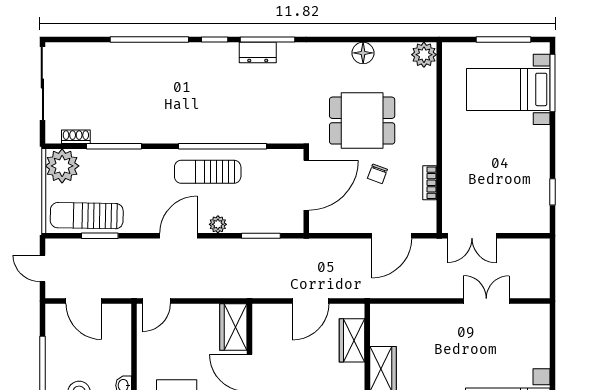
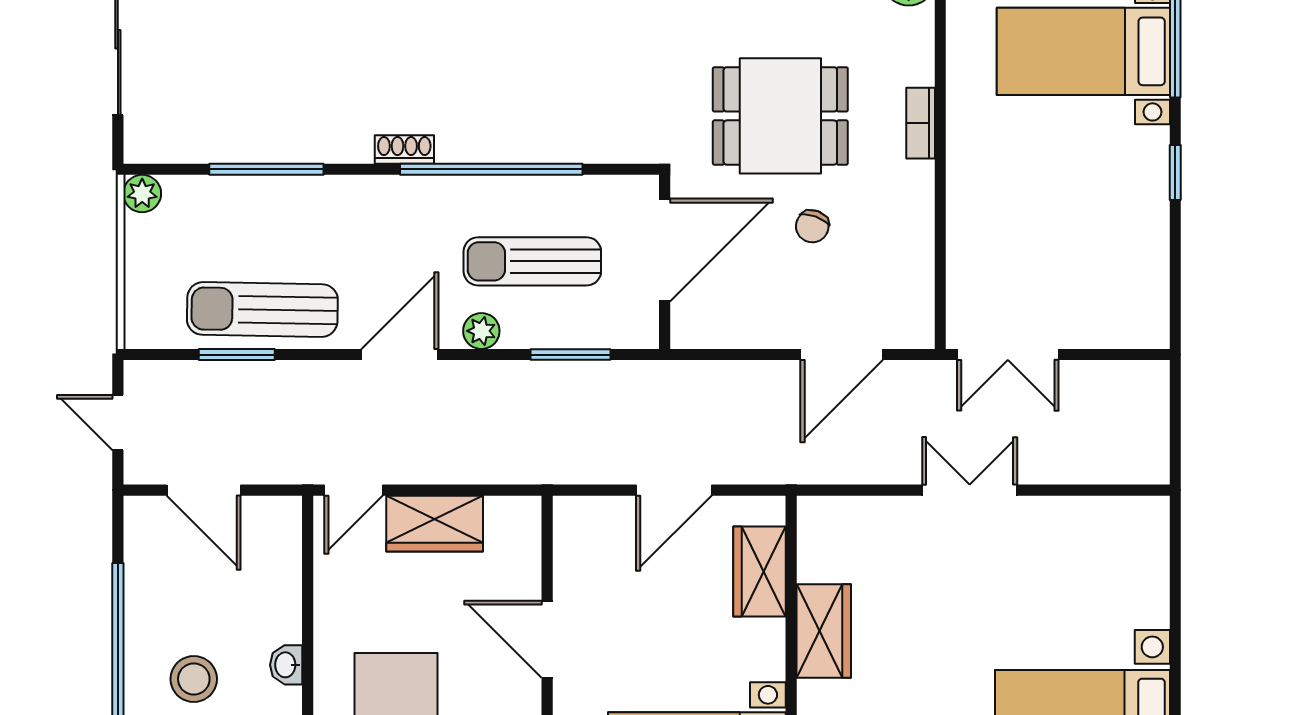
shoe rack: (76, 137) -> (404, 149), moved
plant: (62, 166) -> (142, 194), width x0.53, depth x0.53
sun lounger: (208, 172) -> (532, 261), moved
bookcase: (430, 183) -> (921, 123), moved
window: (553, 192) -> (1175, 172), moved
sun lounger: (87, 216) -> (262, 310), moved
double door: (486, 301) -> (970, 490), moved
wardrobe: (233, 327) -> (435, 524), moved, turned -90

